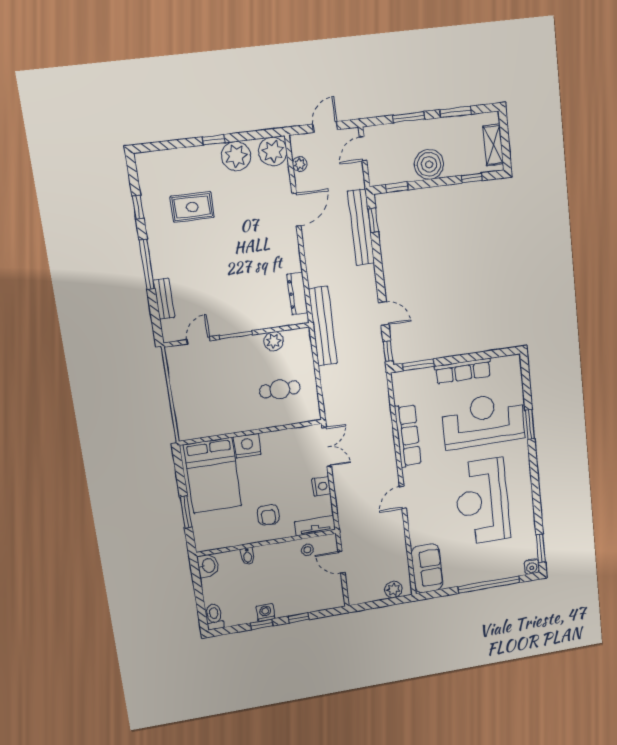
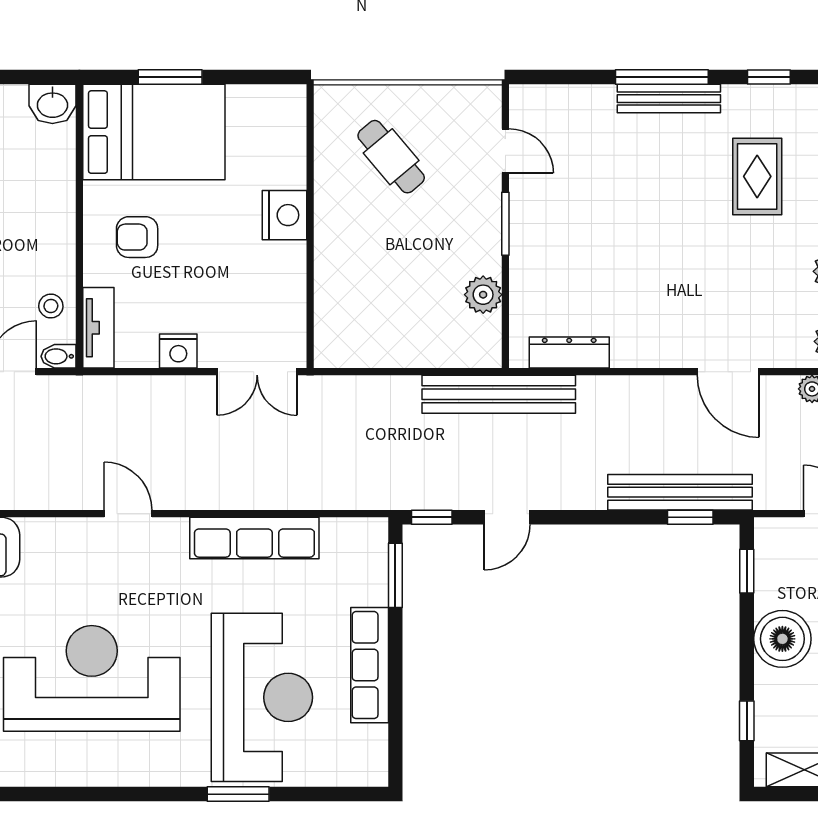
bench: (164, 299) -> (669, 99), moved, width x1.36
cafe table: (280, 389) -> (391, 157), moved, turned -40
bed: (213, 475) -> (154, 132), moved, turned 180
bidet: (248, 556) -> (59, 356), moved

